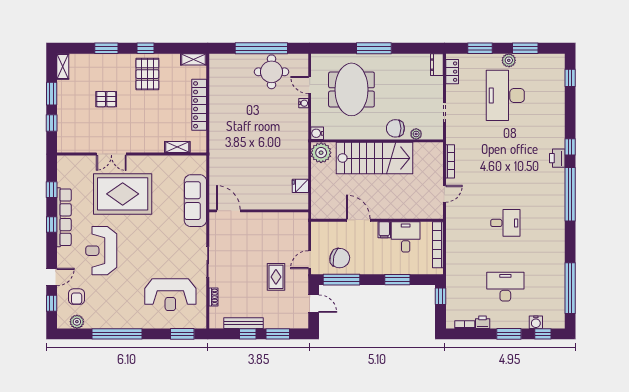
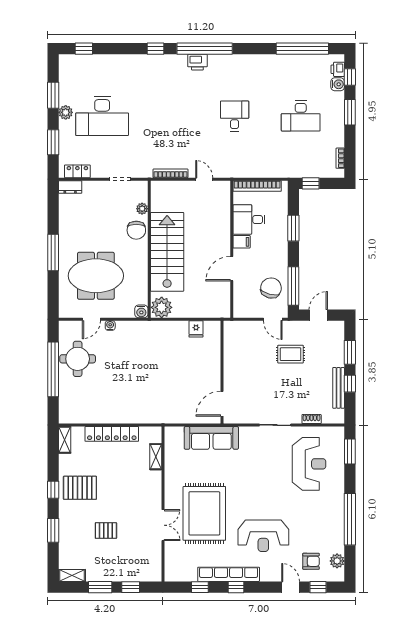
pallet: (106, 99) -> (106, 531), turned 90
printer: (557, 158) -> (197, 62), moved
desk: (505, 287) -> (301, 116), turned -90
printer: (483, 322) -> (338, 69), moved

